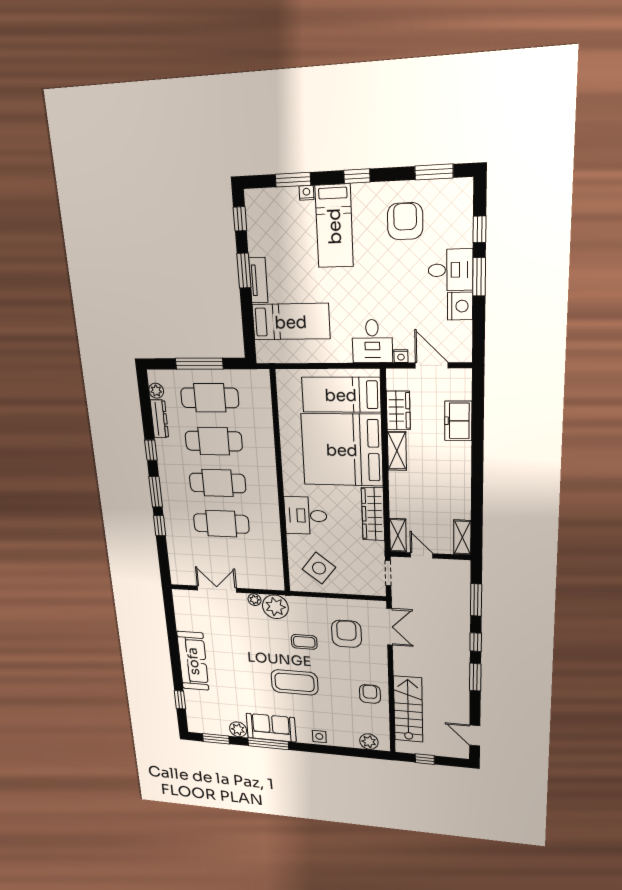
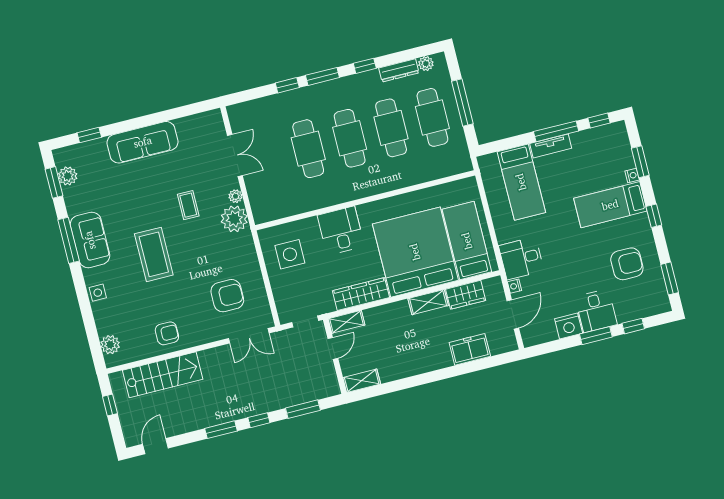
window: (244, 271) -> (556, 131), width x1.44
side table: (319, 568) -> (290, 254), turned -38
coffee table: (304, 642) -> (188, 205), moved
plant: (238, 729) -> (68, 176), moved

